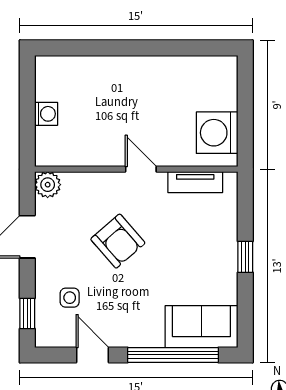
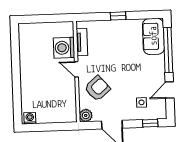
washing machine: (46, 114) -> (30, 118), moved
washing machine: (217, 133) -> (64, 48), moved, turned 90
door: (141, 169) -> (76, 69), hinge flipped
armchair: (118, 241) -> (97, 88), moved

